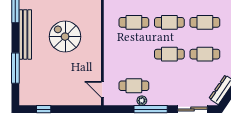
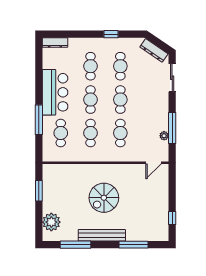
cafe table: (134, 86) -> (120, 133), moved
plant: (142, 101) -> (164, 136), moved
window: (151, 109) -> (172, 128), moved

